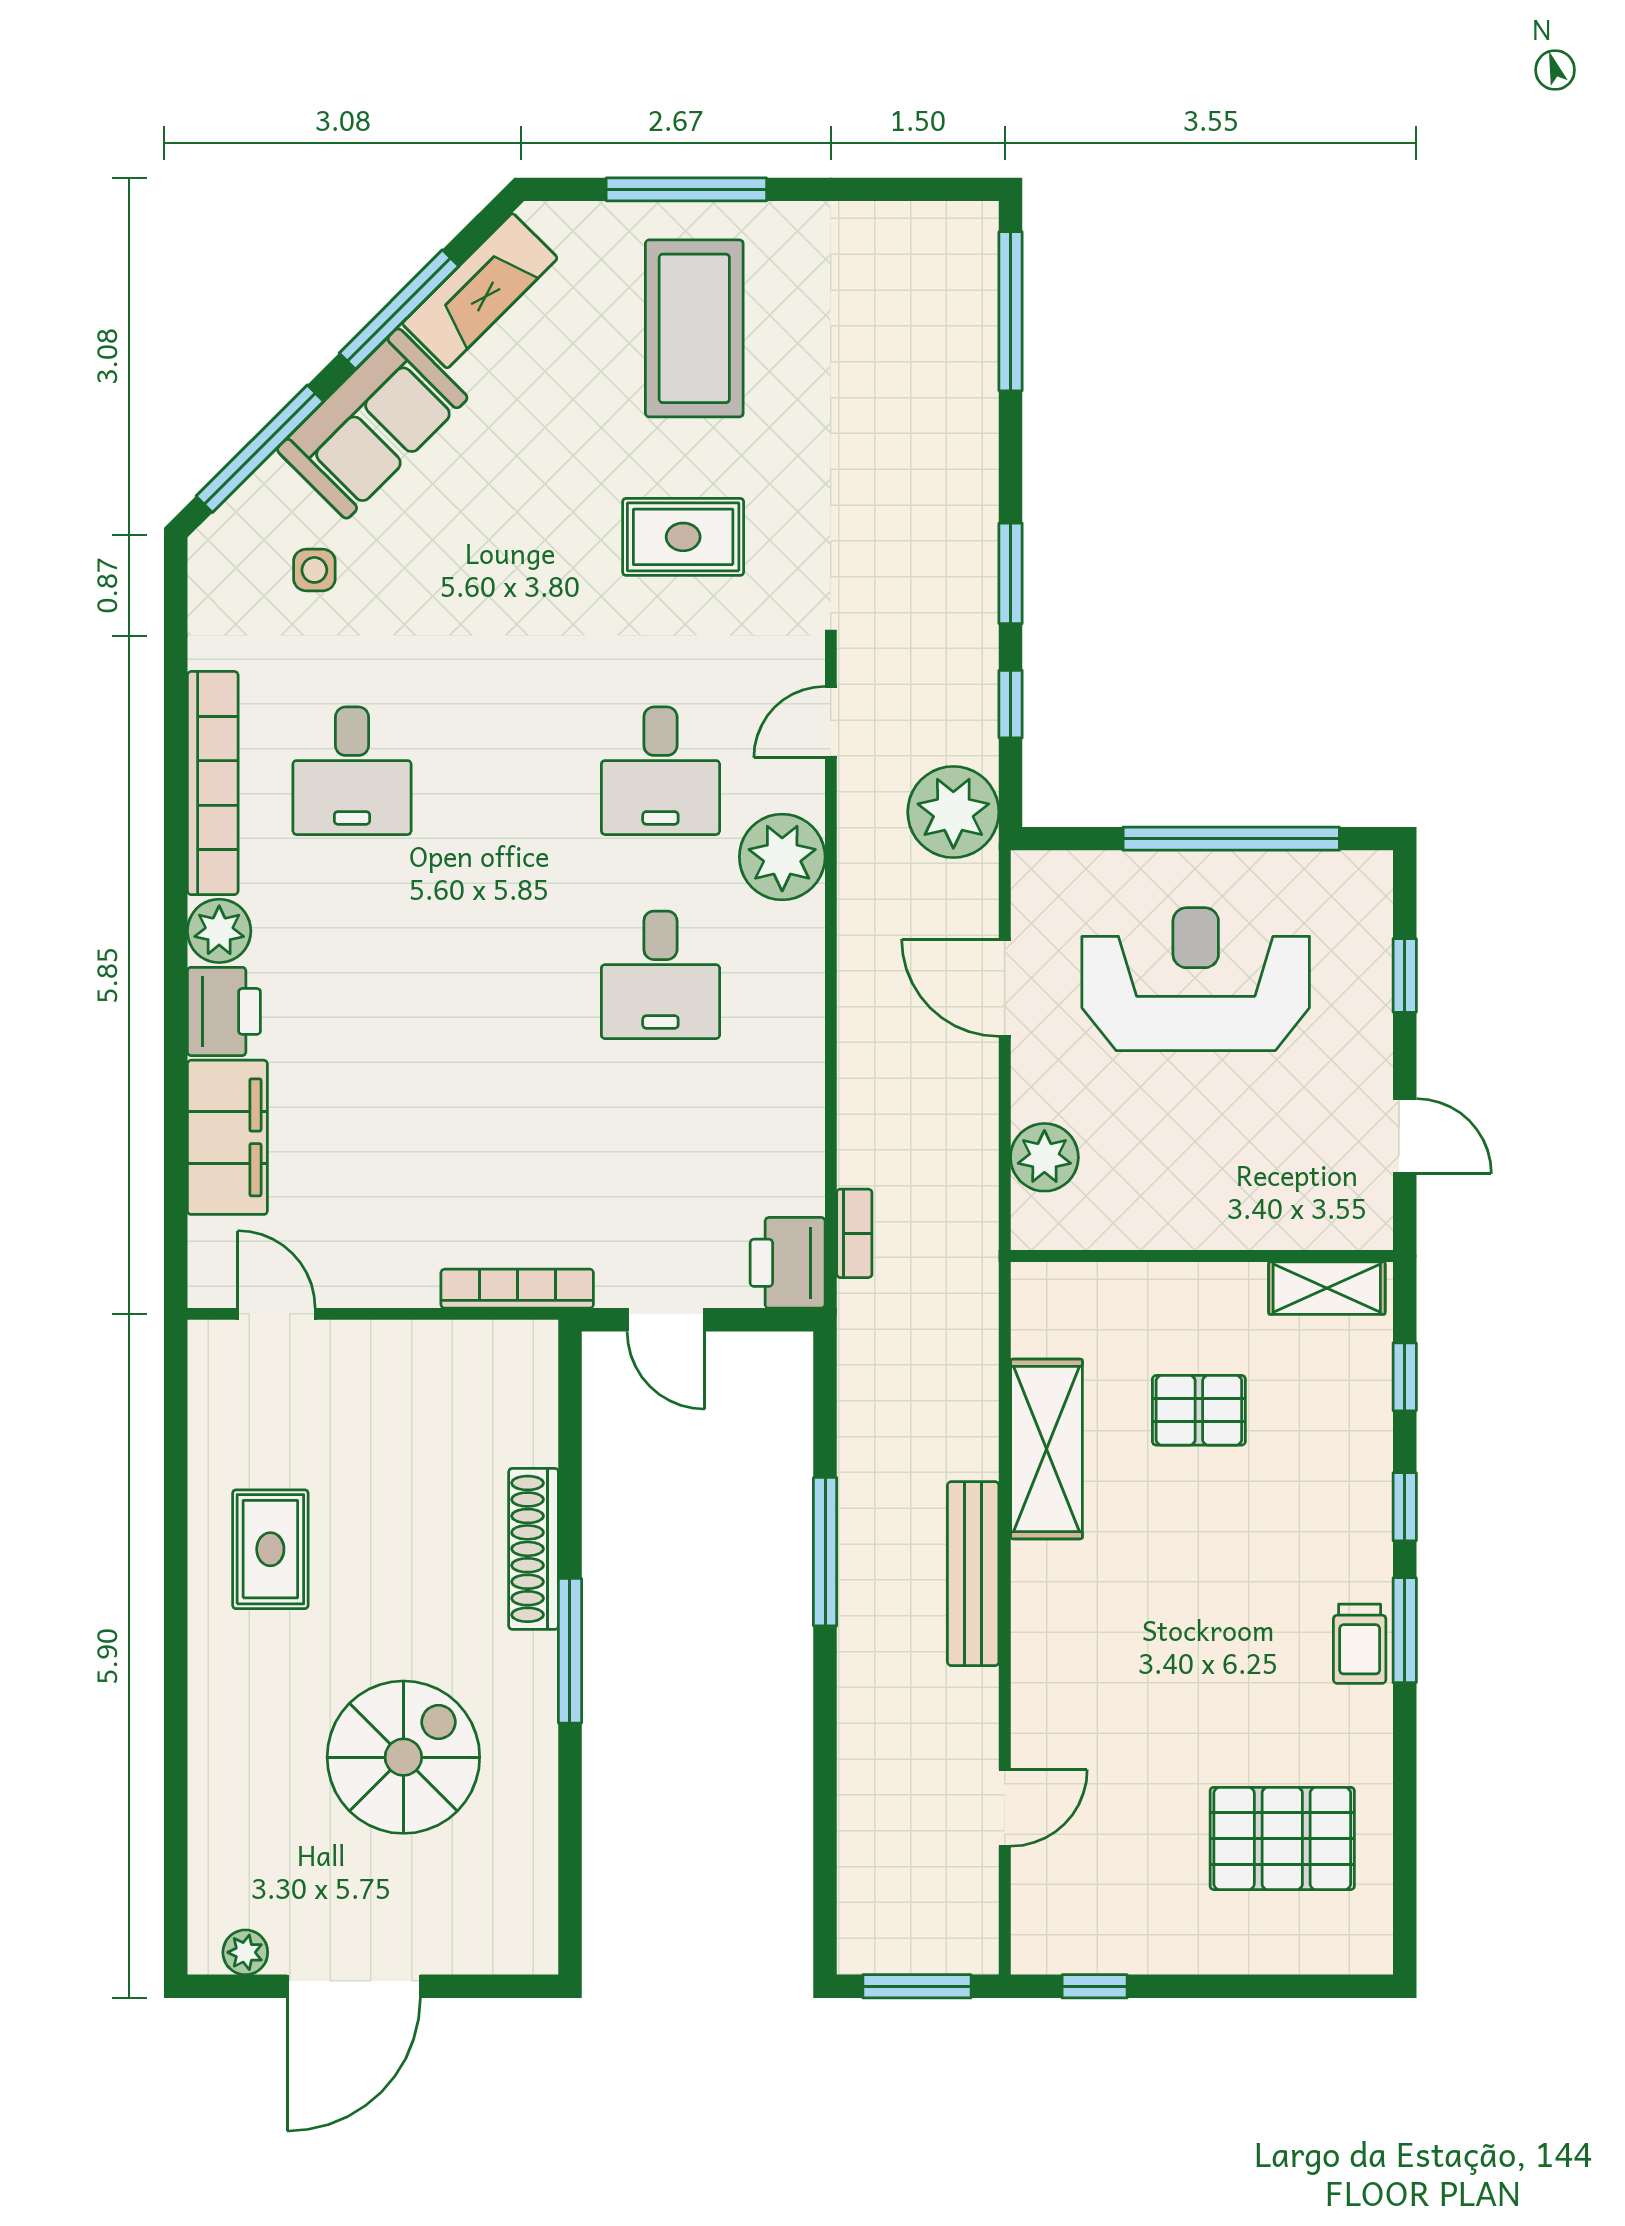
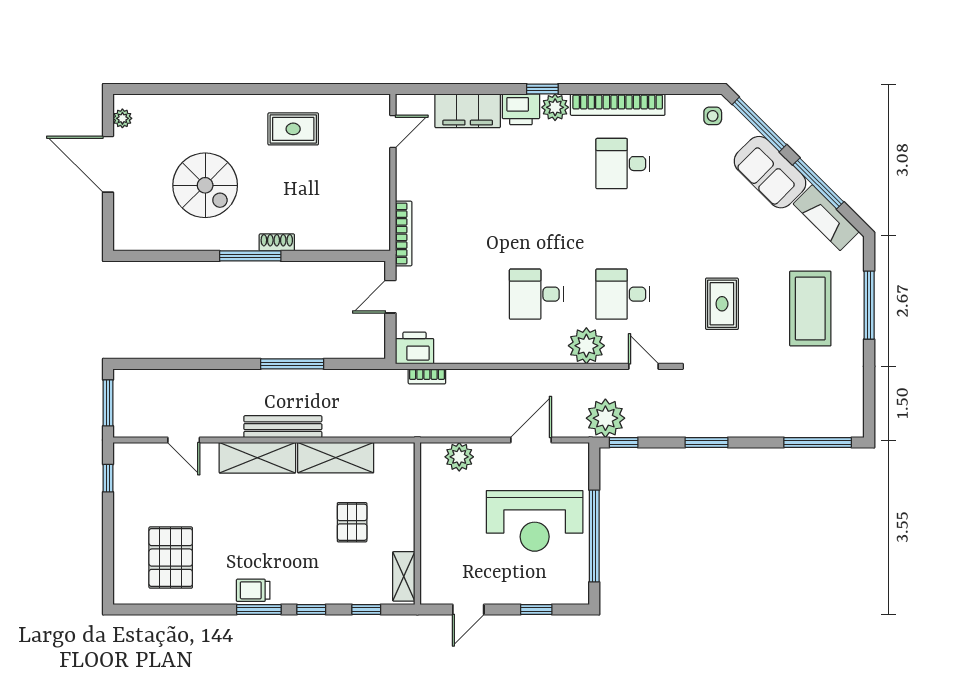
coffee table: (694, 328) -> (810, 309), turned 90
side table: (314, 570) -> (713, 116), moved
window: (1011, 704) -> (624, 442), moved
window: (176, 961) -> (542, 89), added
reception desk: (1196, 979) -> (535, 521), turned 90
shoe rack: (534, 1549) -> (277, 242), width x0.51, depth x0.81
shelving: (1047, 1634) -> (257, 458), added

